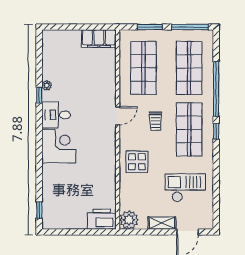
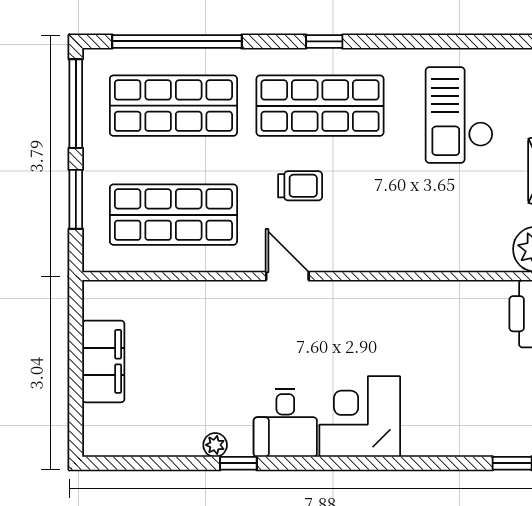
filing cabinet: (99, 39) -> (103, 361), moved
window: (216, 89) -> (177, 41), moved
display table: (137, 162) -> (397, 230), removed

